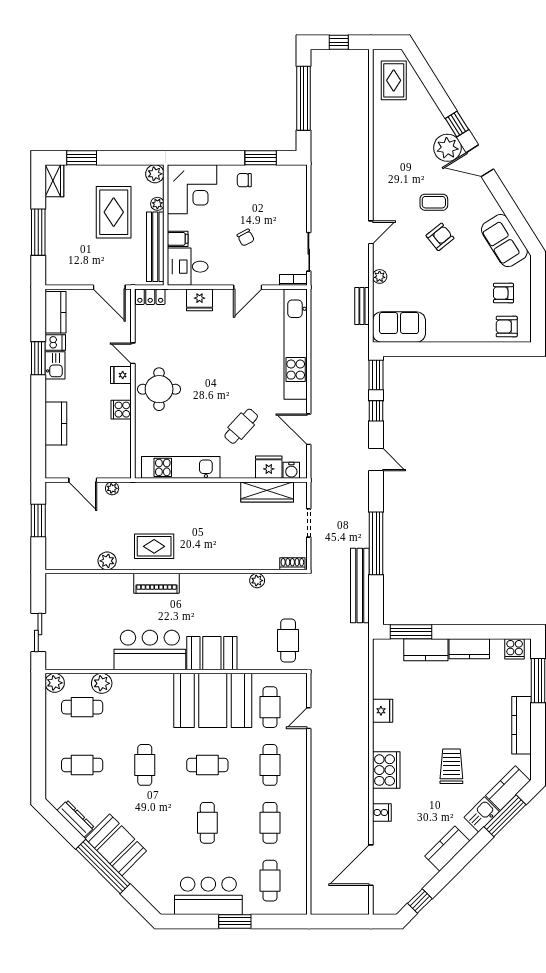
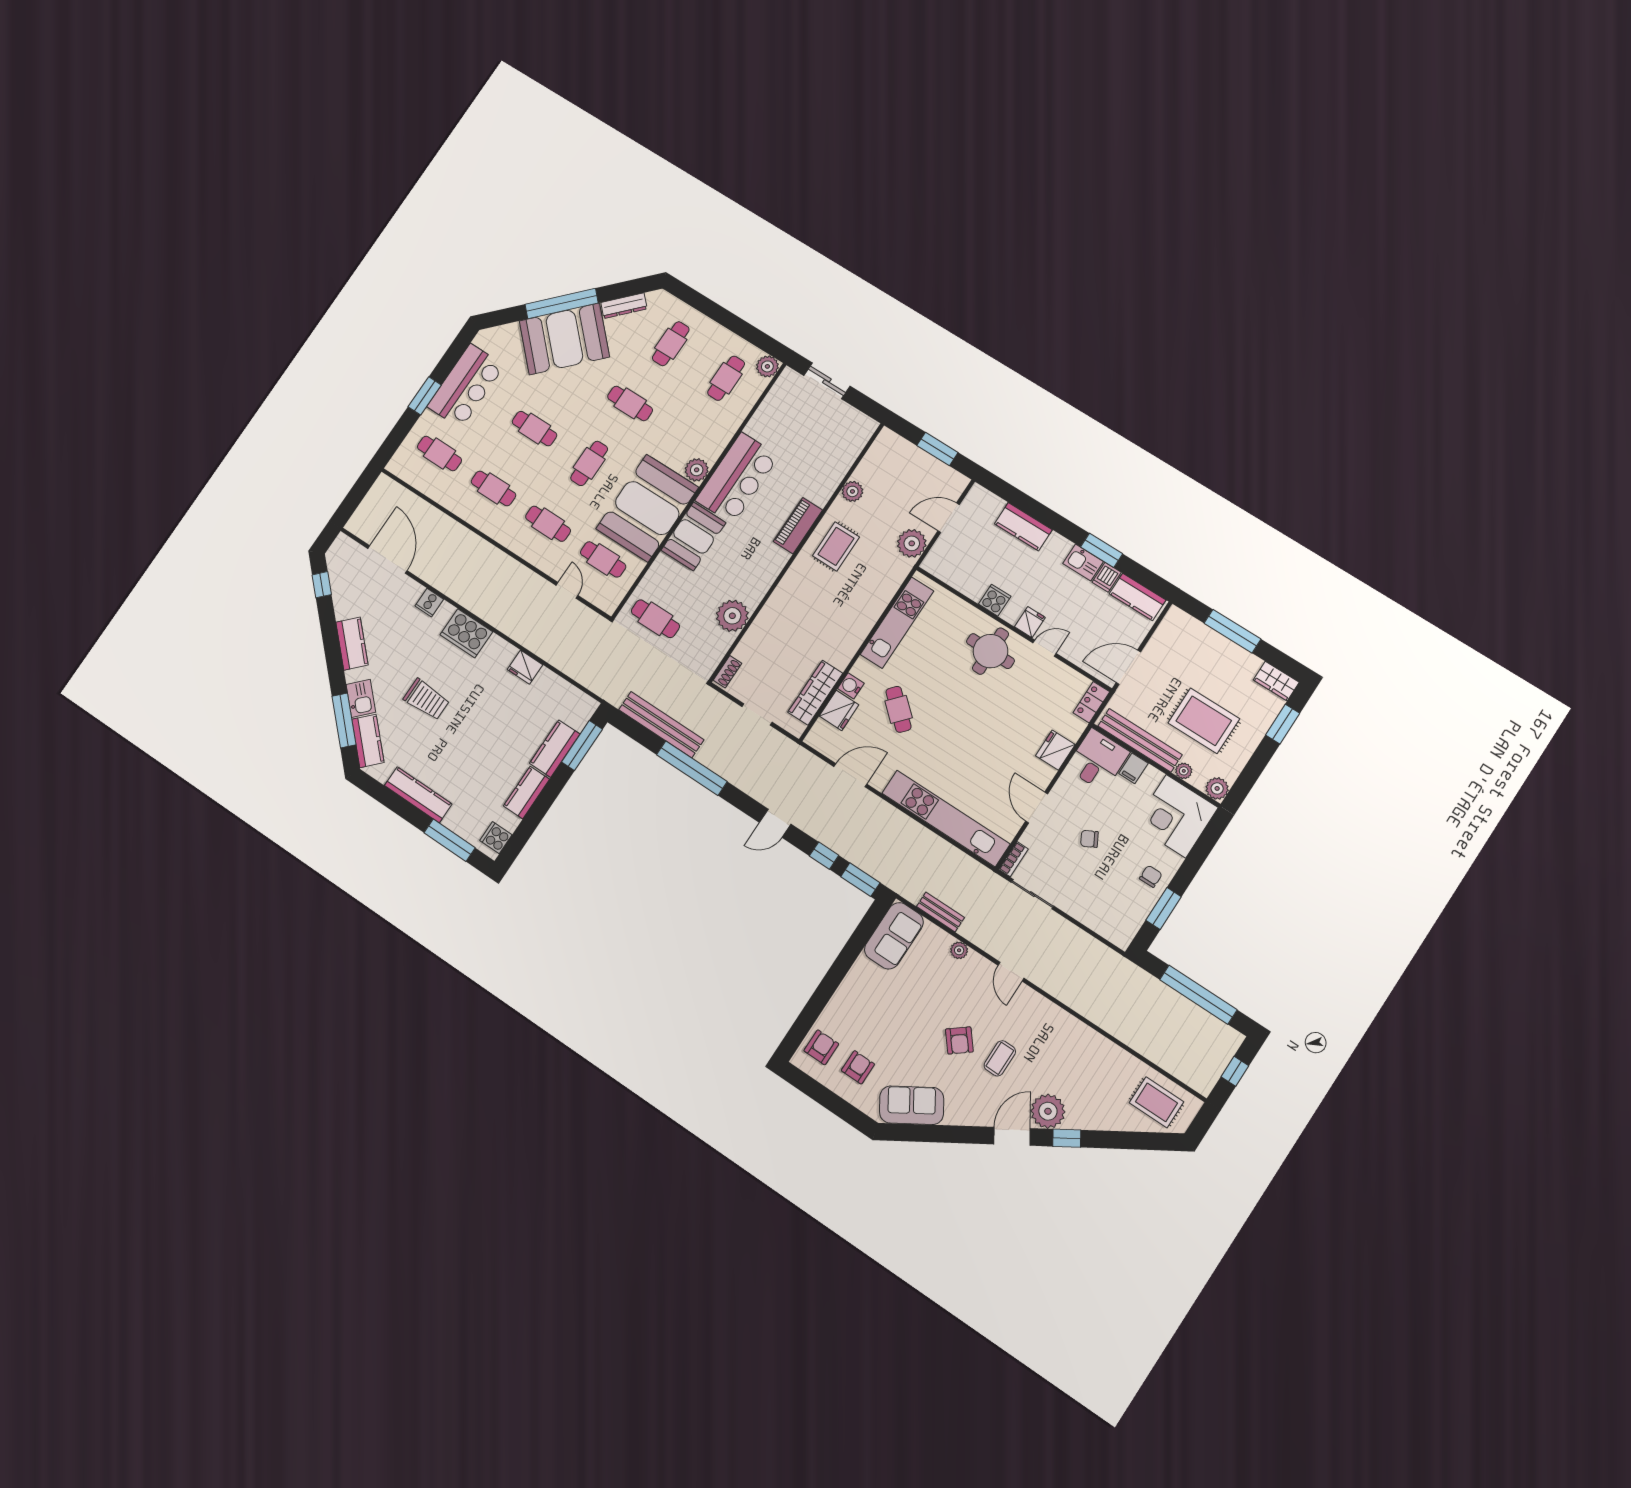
water cooler: (291, 470) -> (851, 686), moved
plant: (112, 488) -> (912, 543), width x1.88, depth x1.88
plant: (257, 581) -> (732, 616), width x1.87, depth x1.87
plant: (102, 683) -> (697, 470), moved
booth: (116, 845) -> (564, 339), width x1.36, depth x1.42

